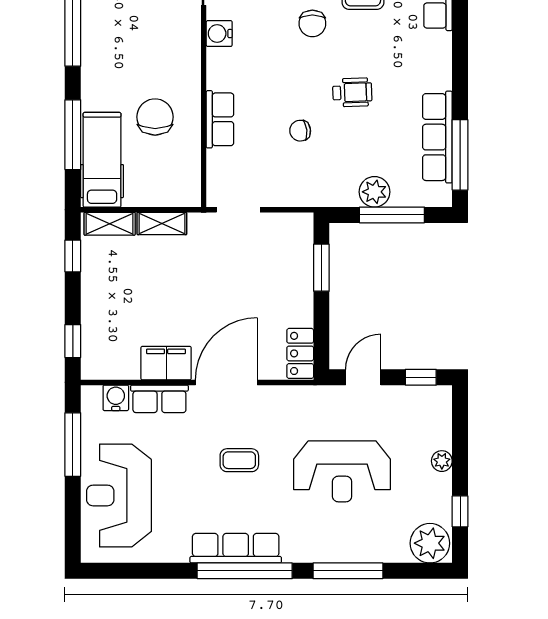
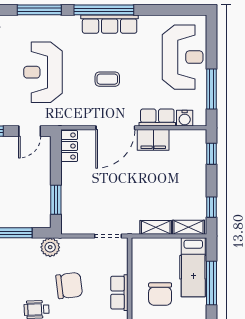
chair: (300, 131) -> (69, 286), width x1.87, depth x1.87
plant: (374, 192) -> (50, 247), moved
reception desk: (342, 471) -> (43, 72), turned -90

